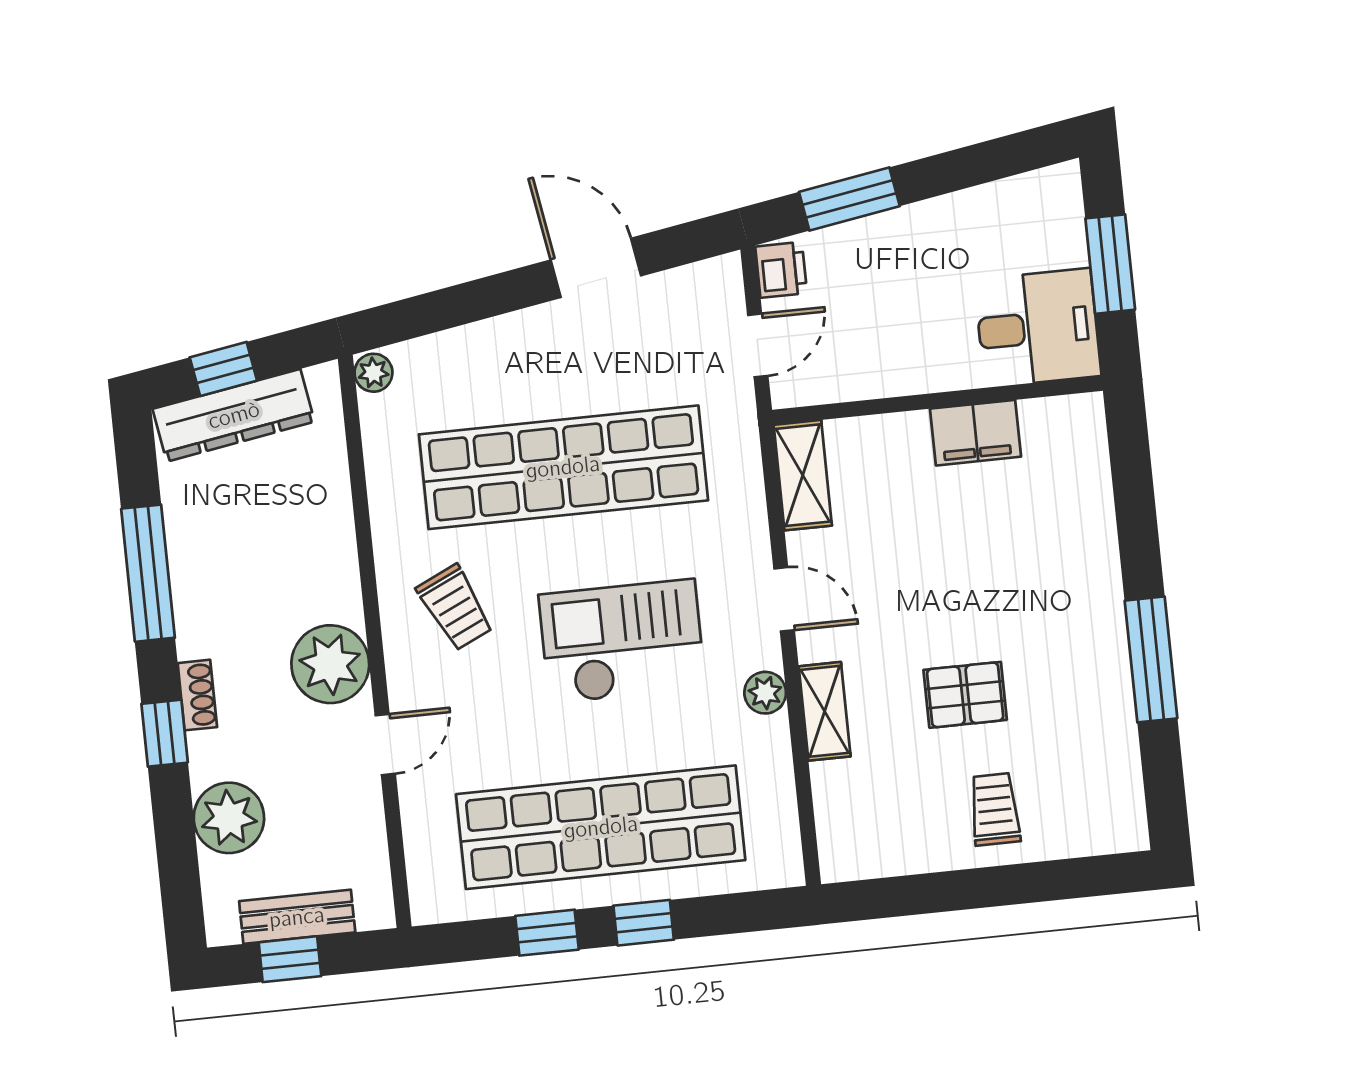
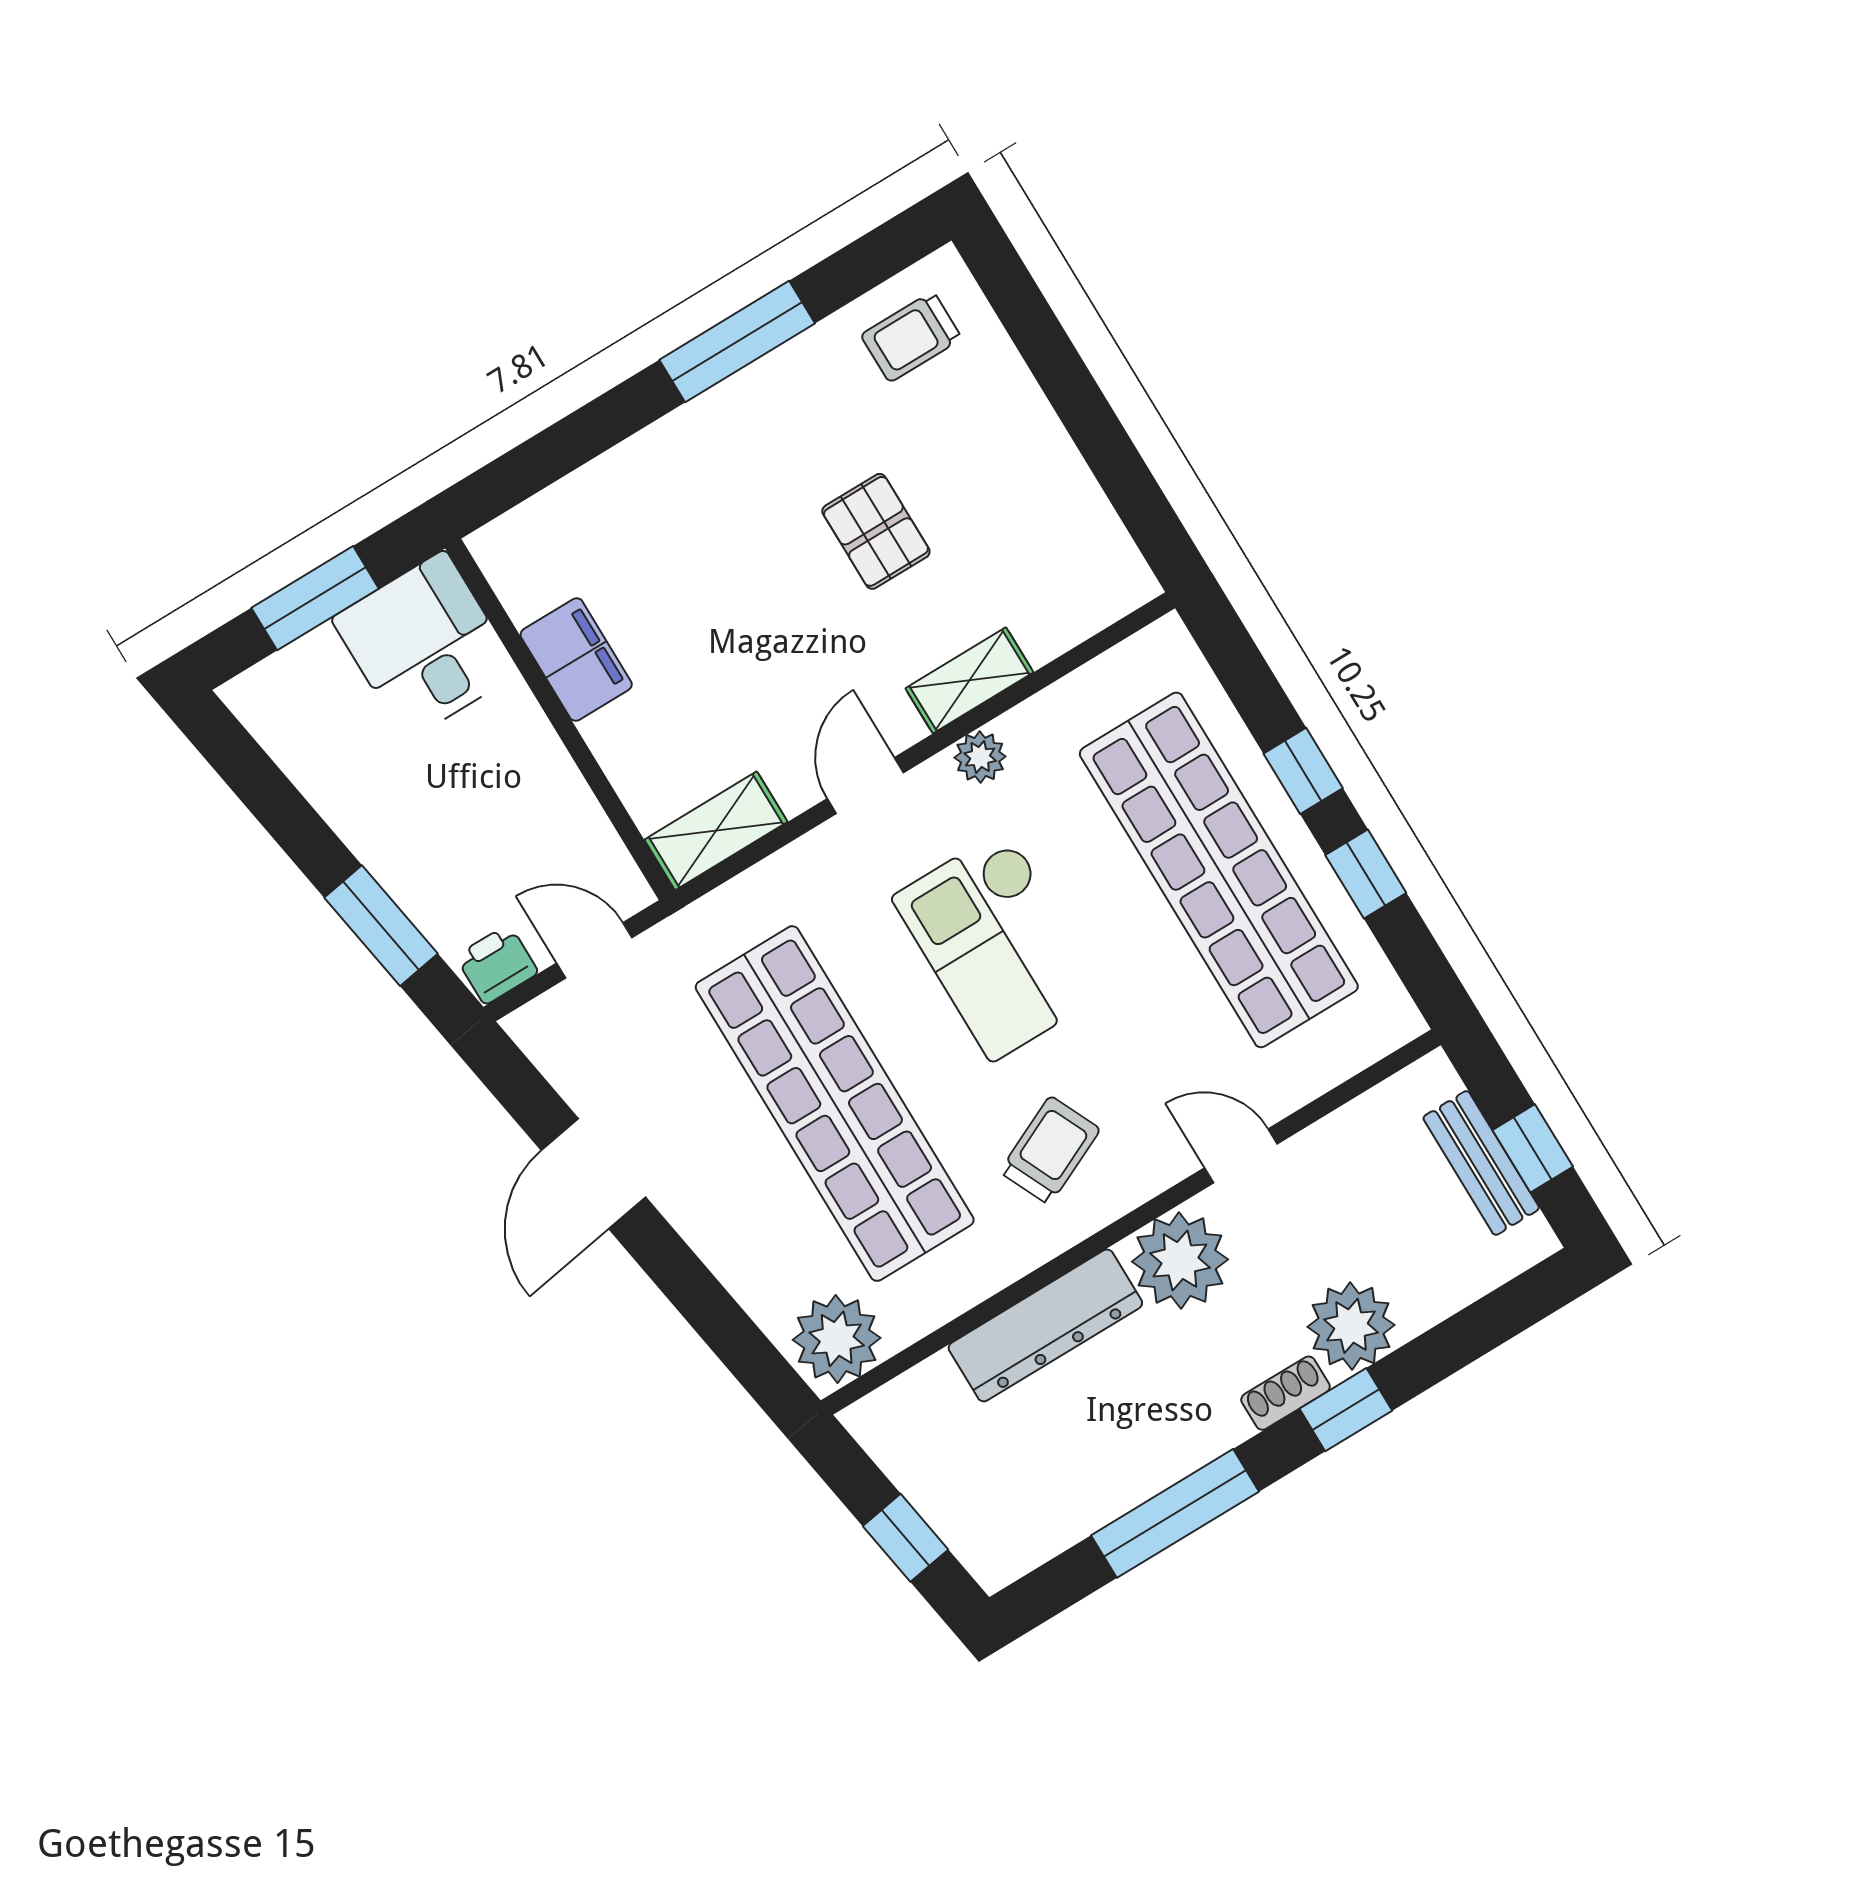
plant: (373, 373) -> (837, 1339), width x1.87, depth x1.87
dresser: (234, 415) -> (1045, 1325), moved, turned 99
trolley: (995, 809) -> (911, 337), moved
plant: (229, 818) -> (1351, 1326), moved

